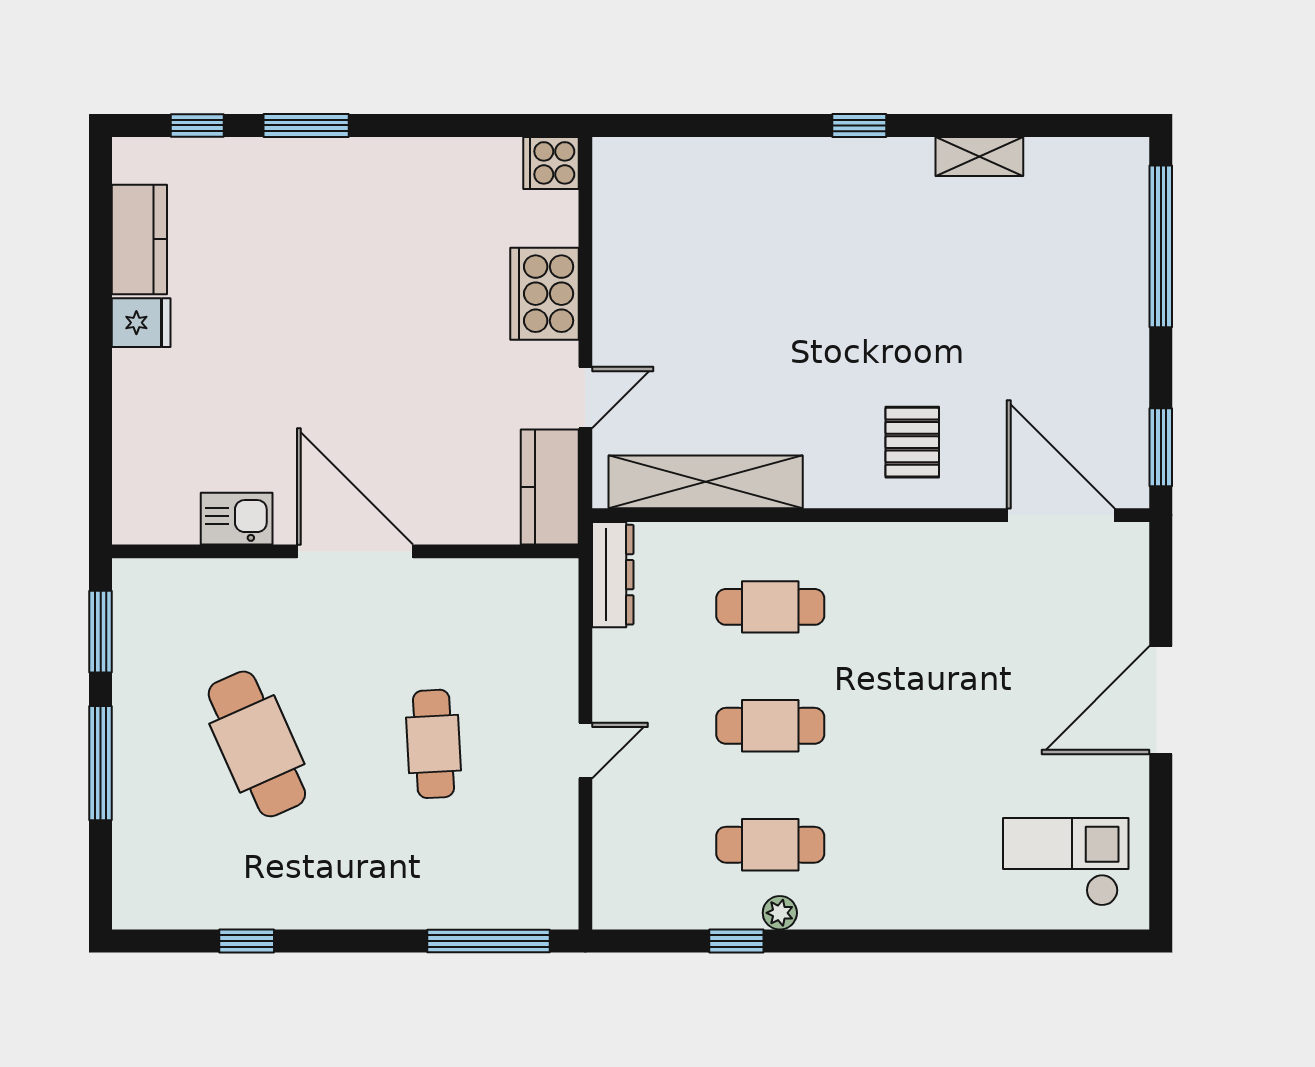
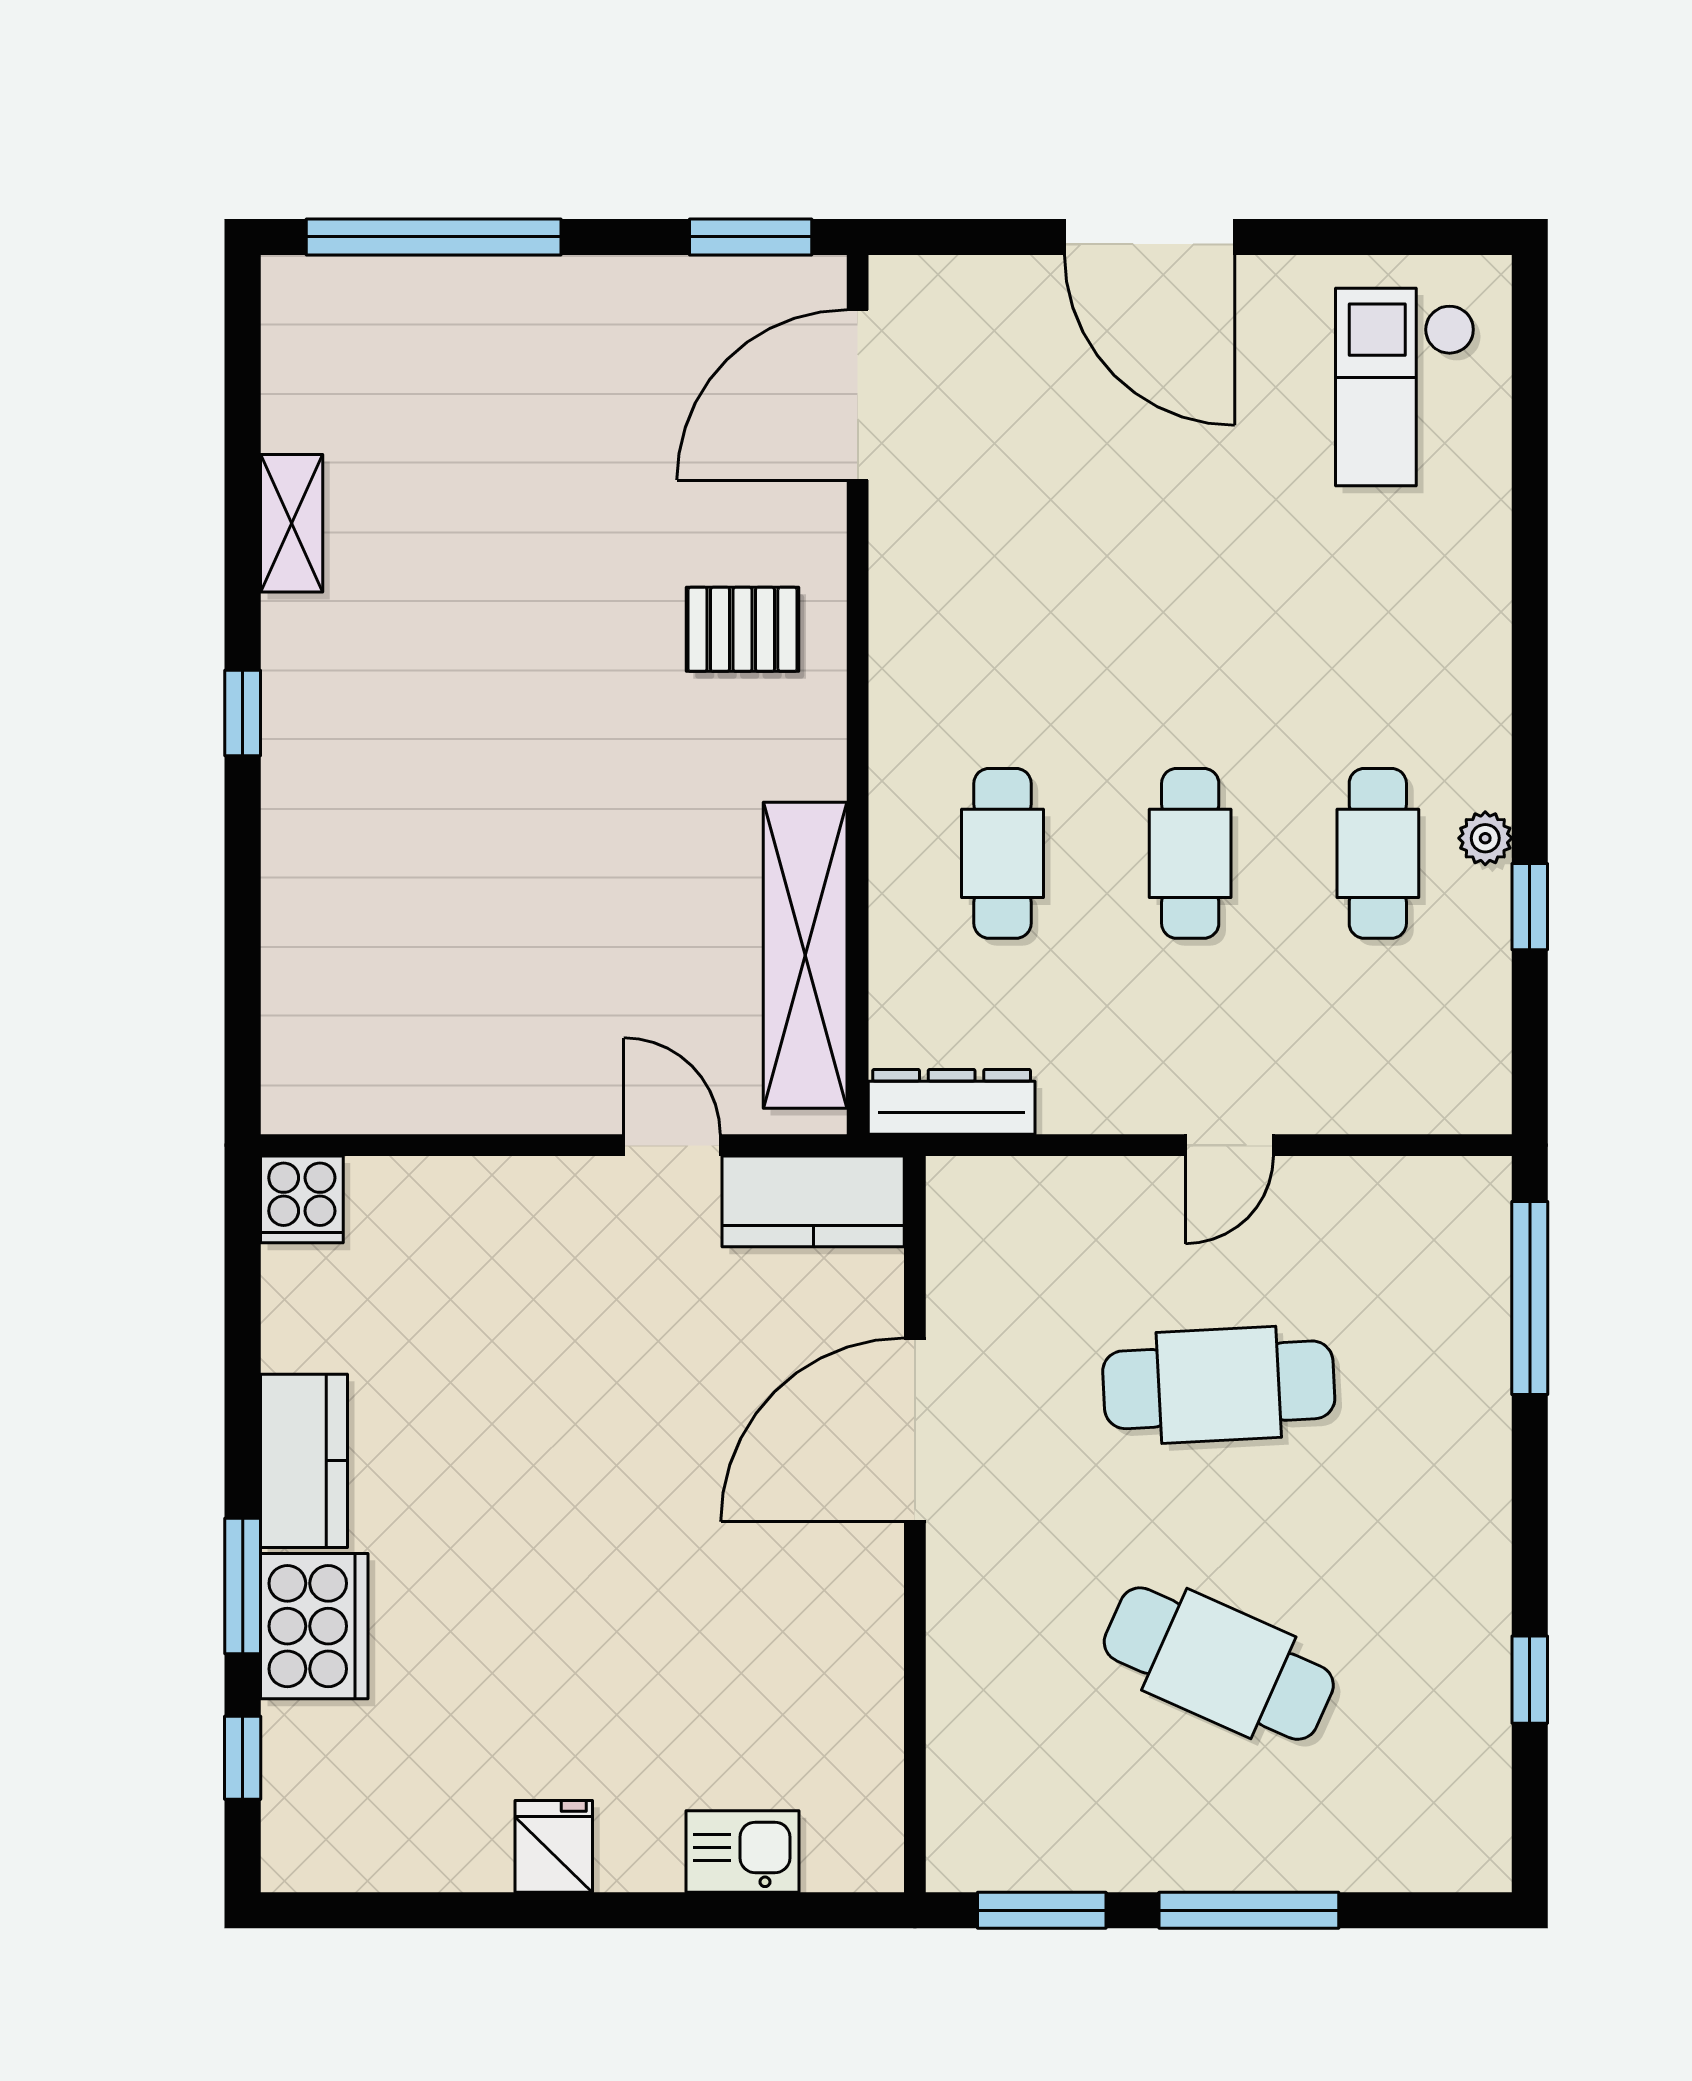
kitchen counter: (139, 239) -> (304, 1461), moved, turned 90
cooker: (545, 294) -> (314, 1626), moved, turned -90
kitchen sink: (237, 519) -> (742, 1852), moved, turned 90
door: (355, 551) -> (915, 1430), moved
cafe table: (257, 744) -> (1219, 1664), turned 48
cafe table: (433, 744) -> (1219, 1385), width x1.37, depth x1.35
door: (585, 751) -> (1229, 1145), swing flipped

